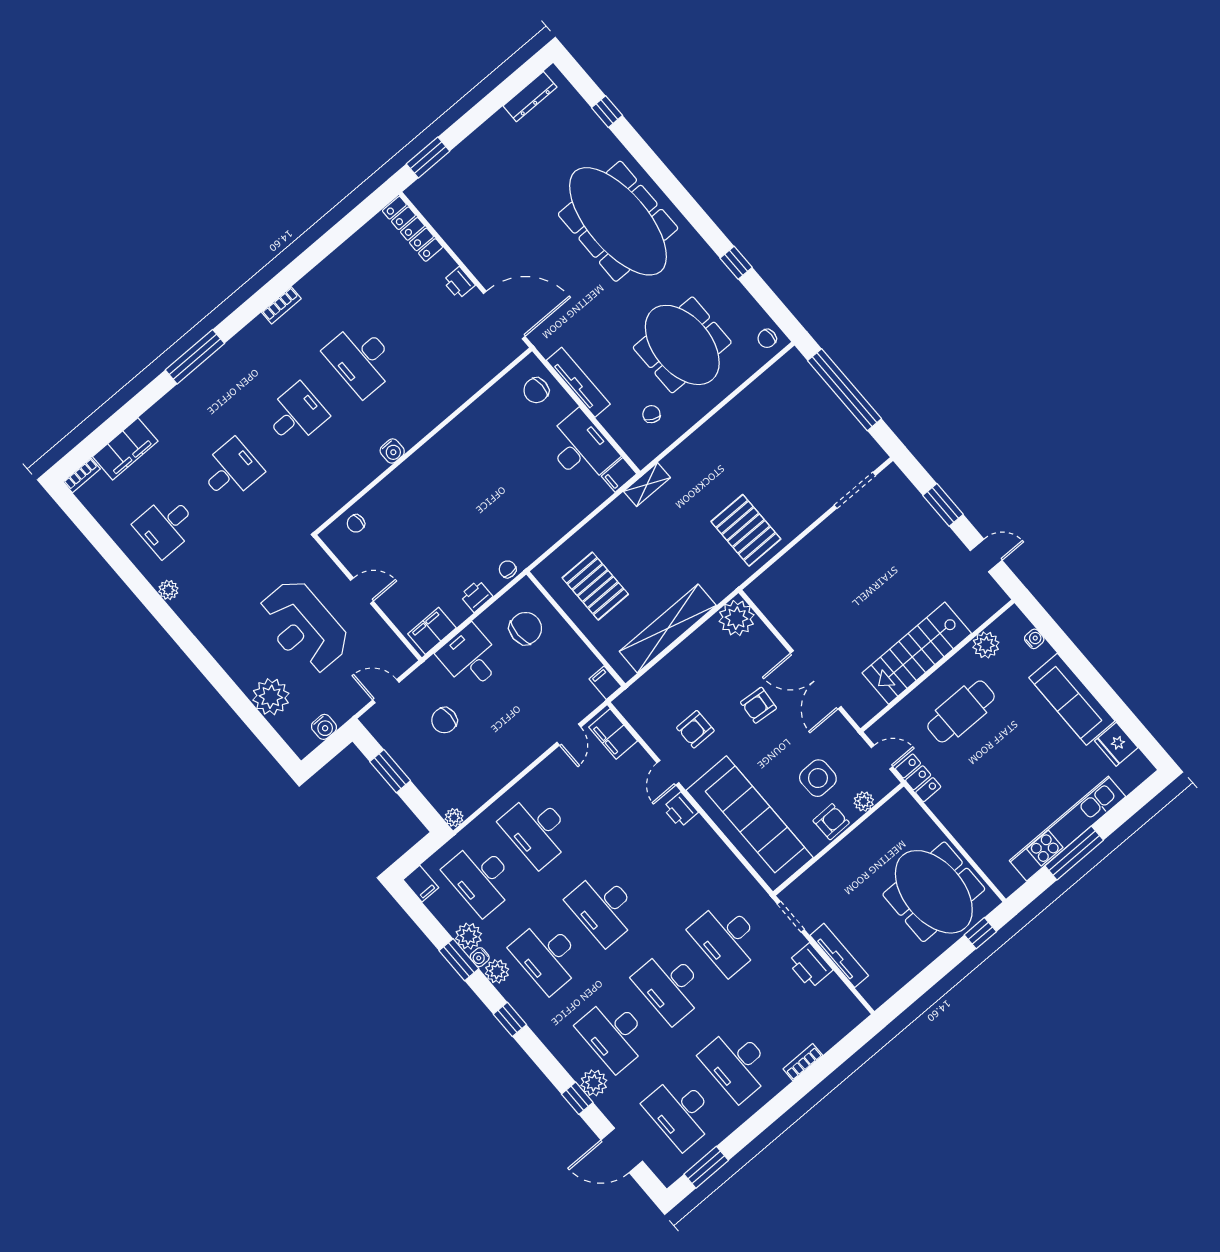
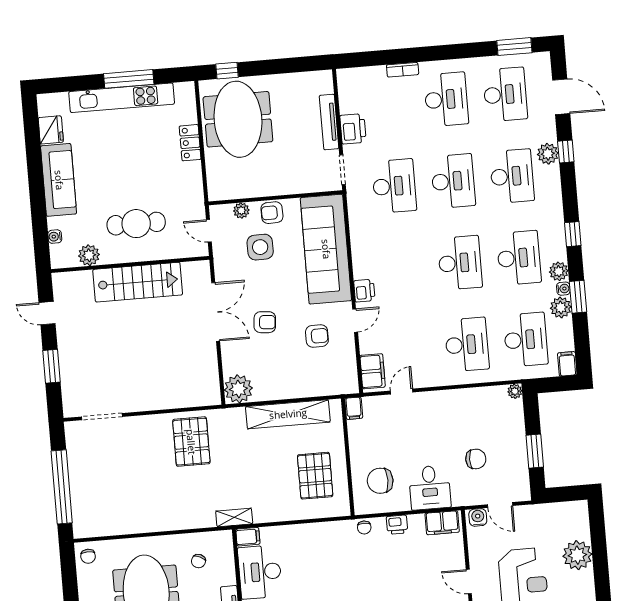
chair: (767, 338) -> (88, 556), turned 90
water cooler: (324, 727) -> (478, 517), moved
locker: (918, 778) -> (190, 143), moved

